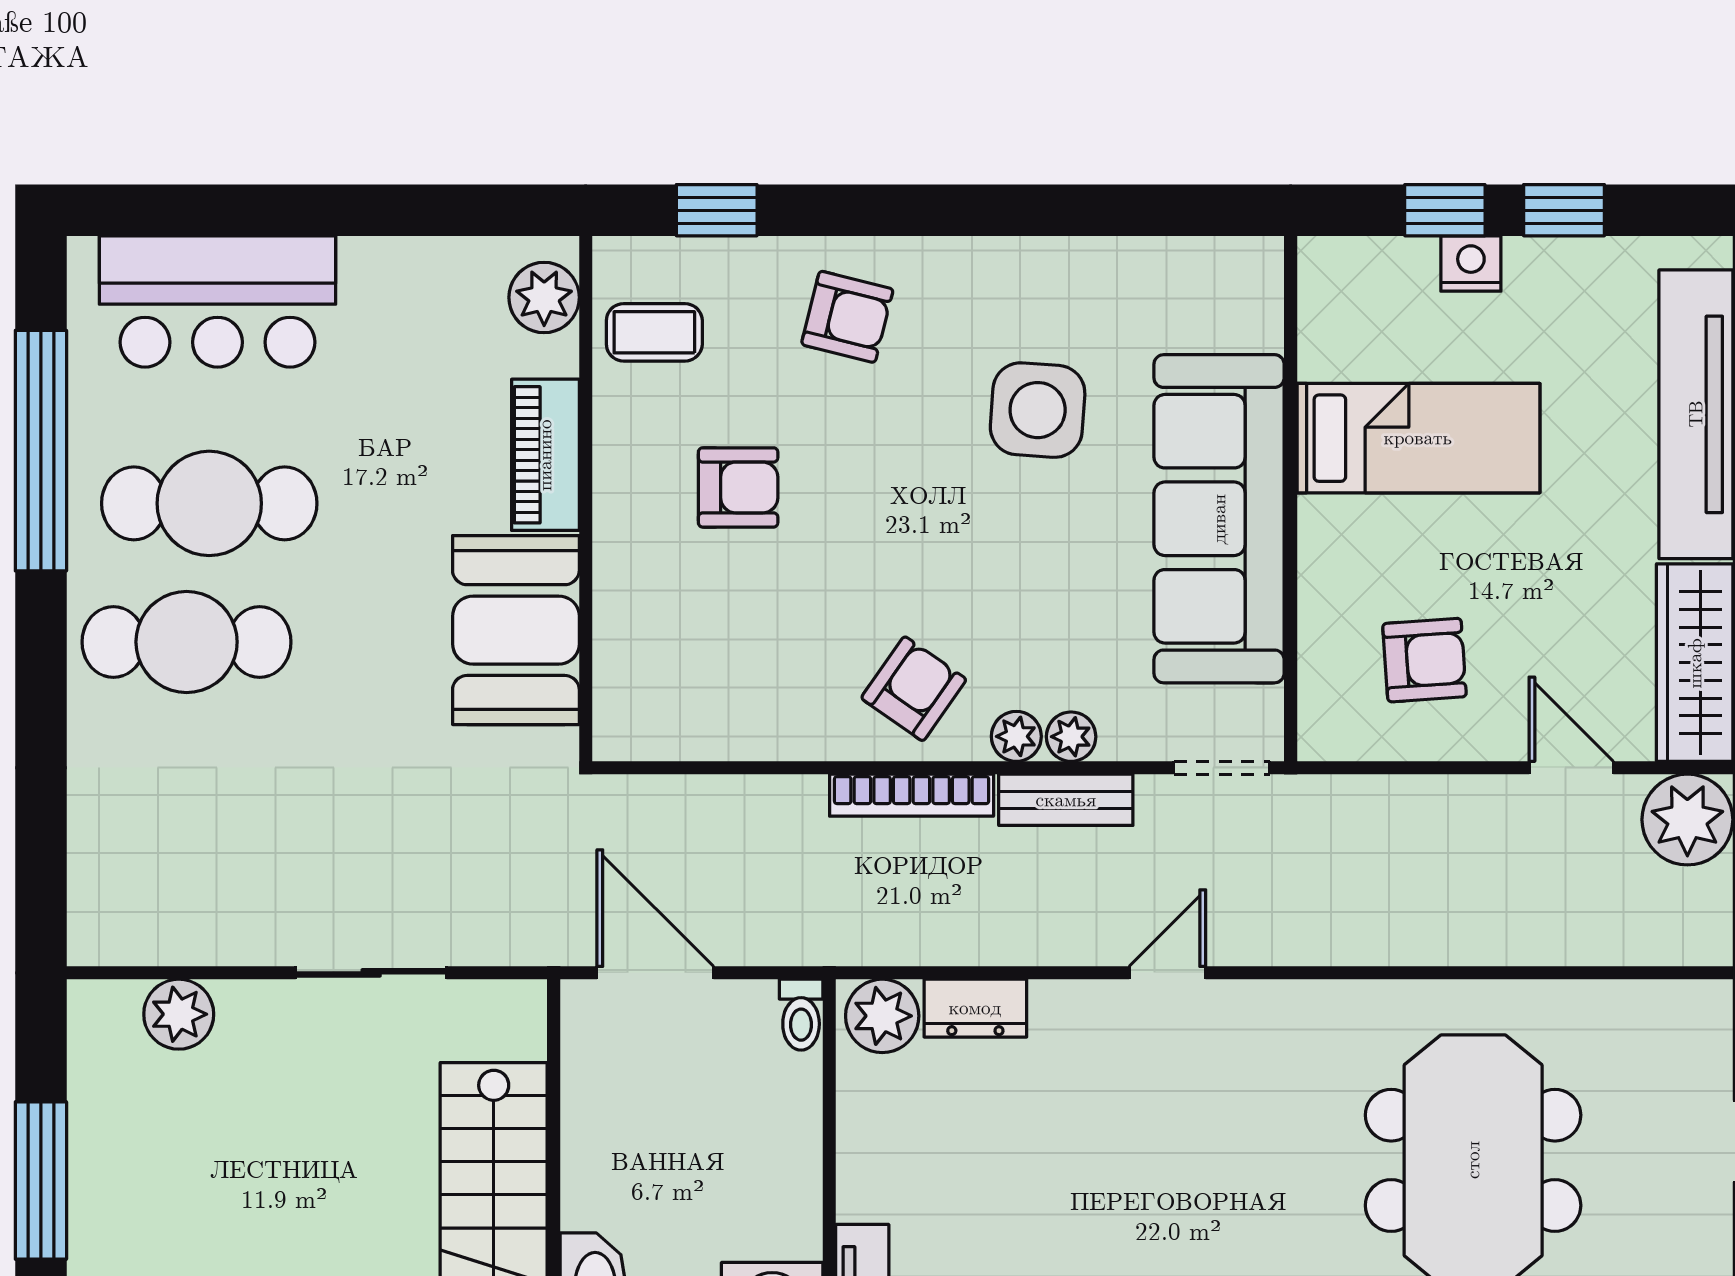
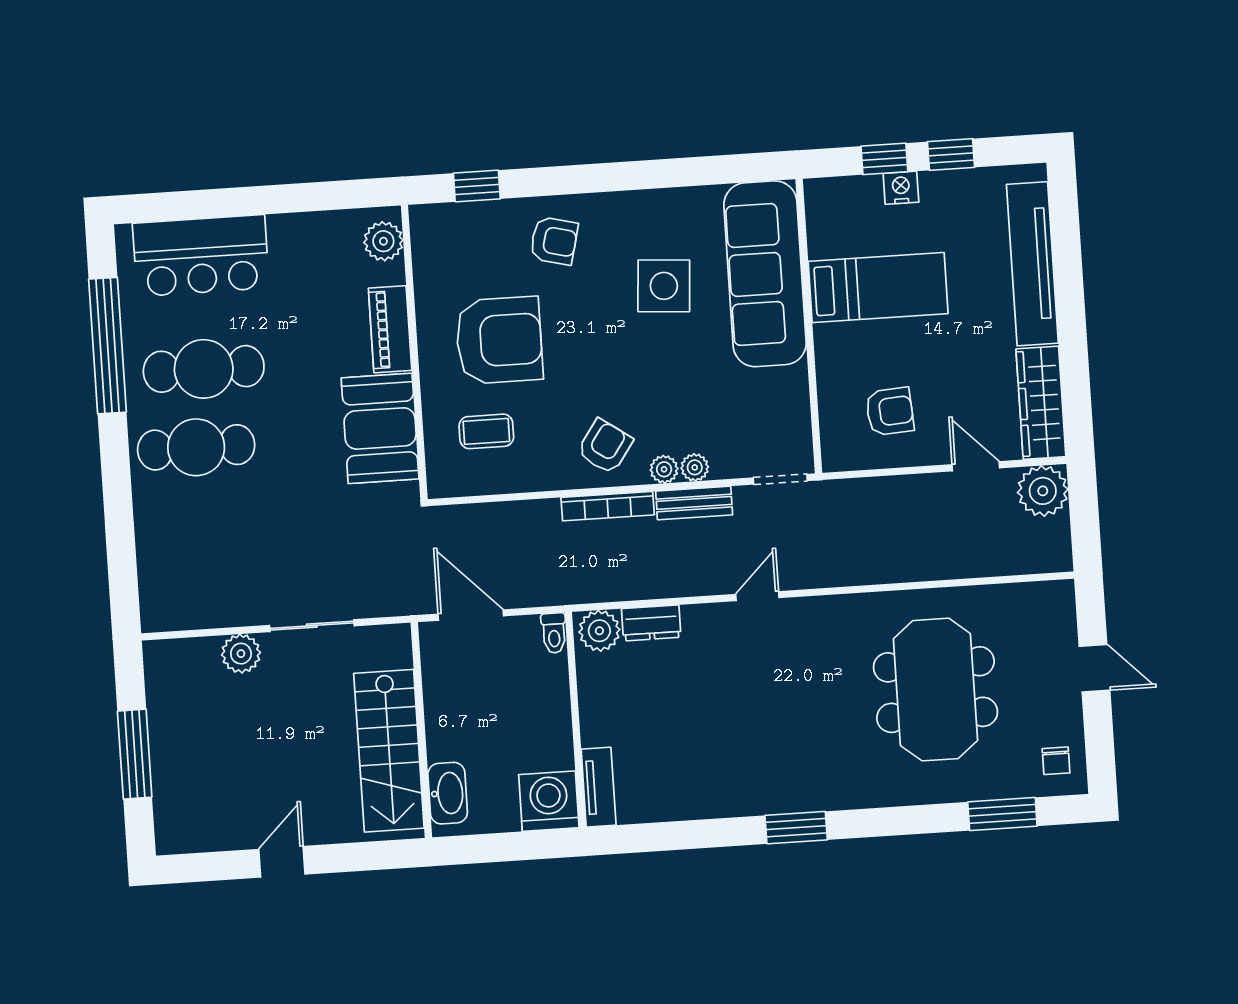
coffee table: (654, 332) -> (486, 431), moved
armchair: (738, 487) -> (499, 340), width x1.88, depth x1.88
sofa: (1219, 519) -> (765, 274), moved
plant: (179, 1014) -> (241, 654), moved

